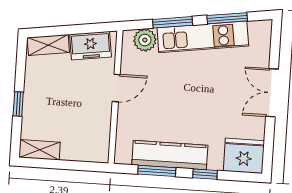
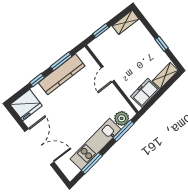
window: (173, 22) -> (123, 131), moved
door: (116, 88) -> (108, 74), moved
double door: (272, 93) -> (39, 147), width x1.37
window: (18, 104) -> (162, 44), moved
window: (77, 166) -> (101, 31), added

